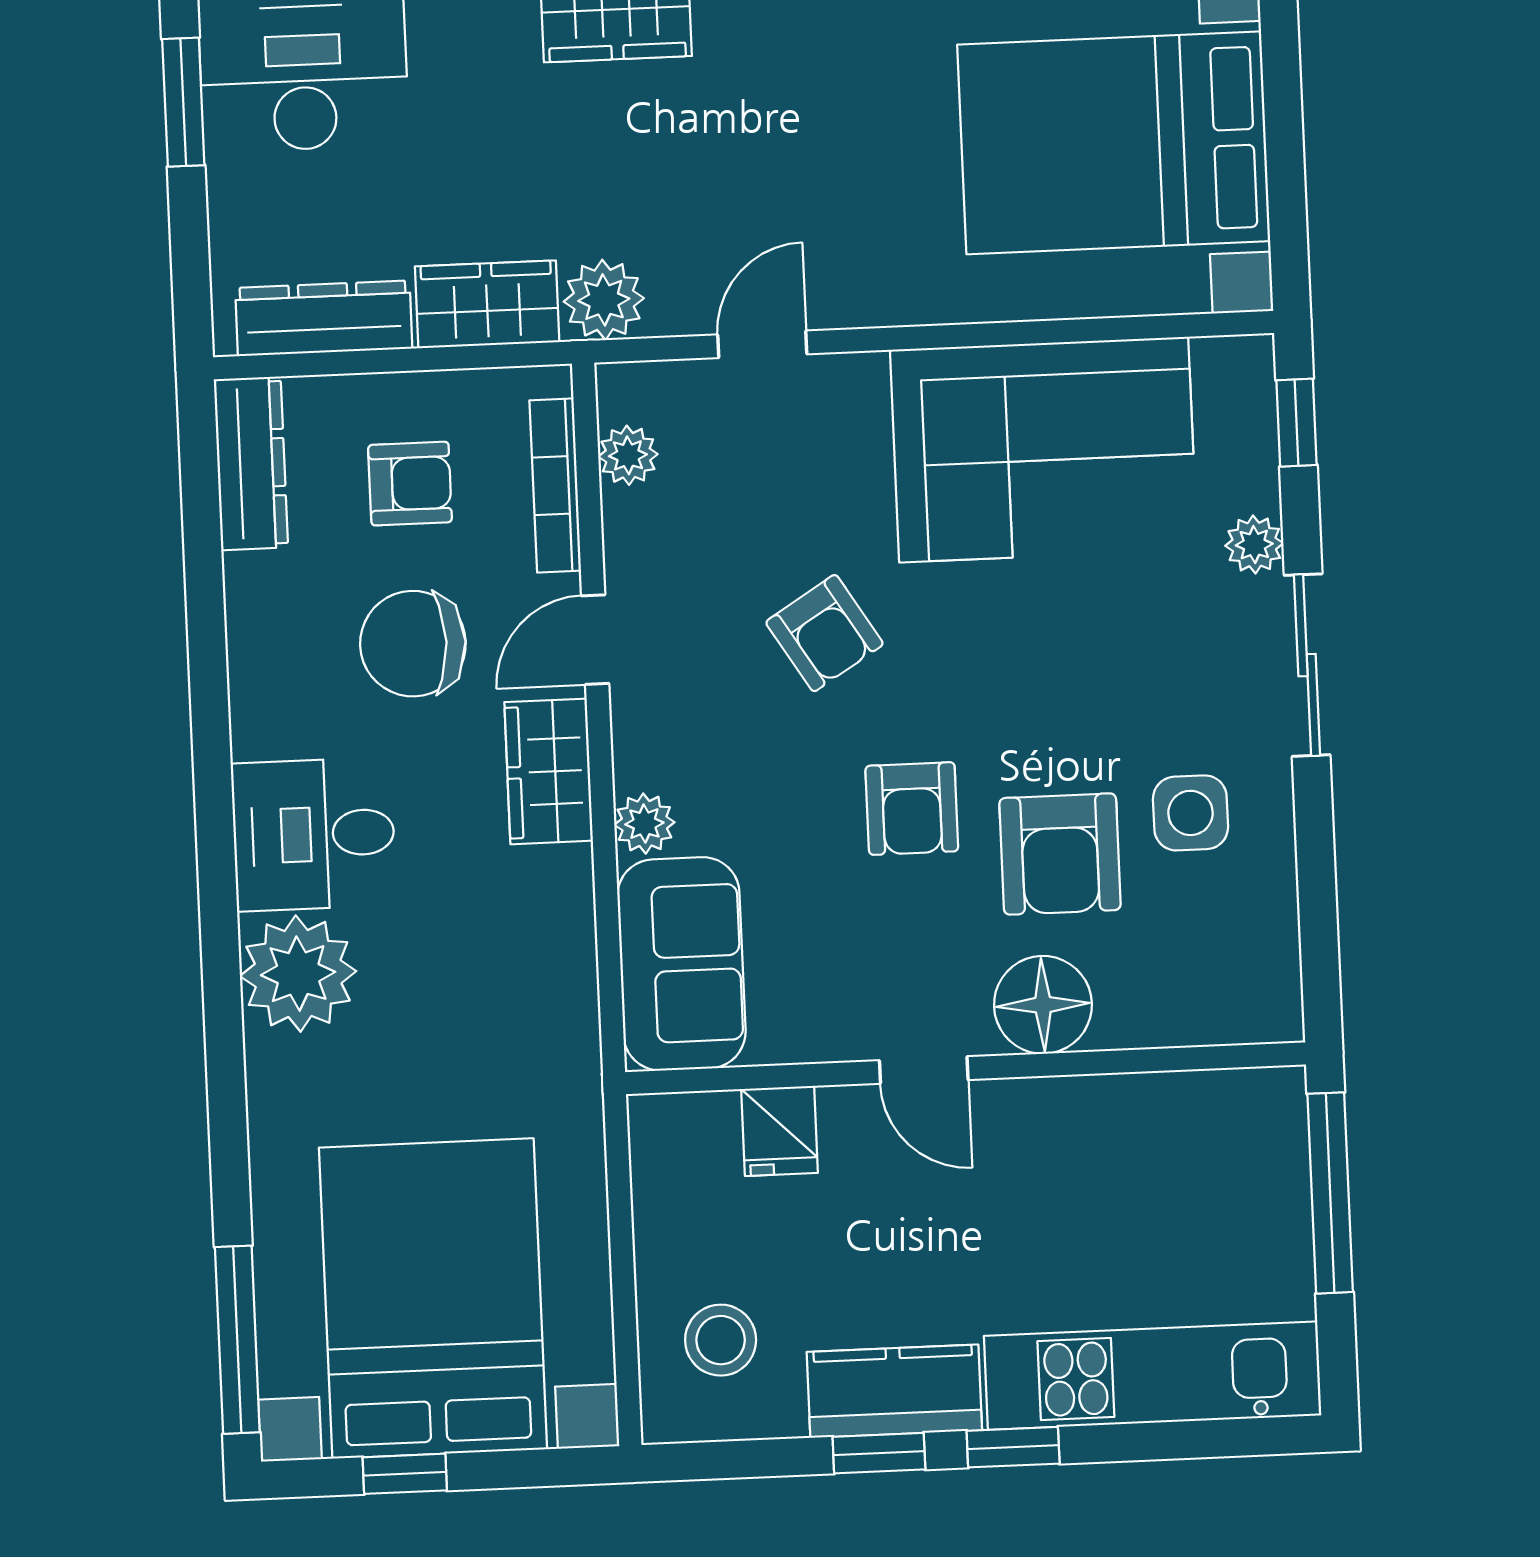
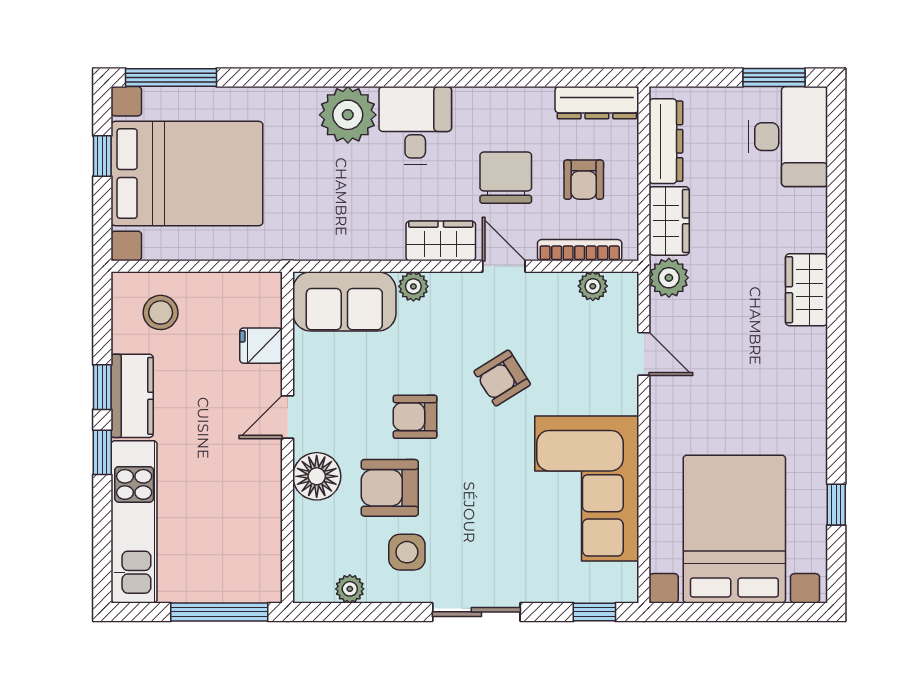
plant: (1254, 544) -> (350, 589), moved

